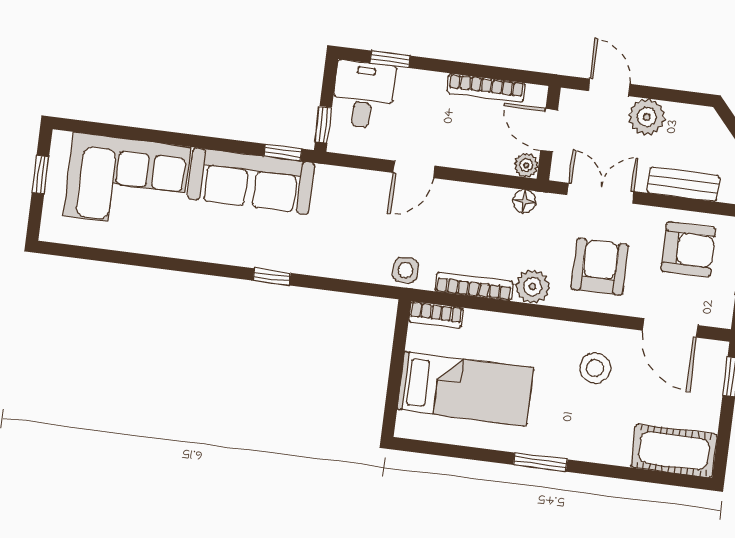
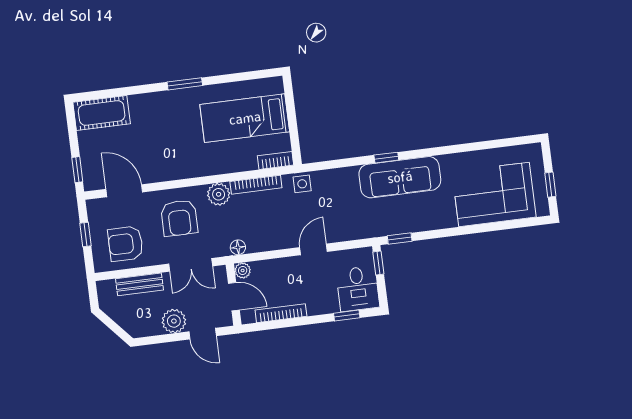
sofa: (251, 181) -> (400, 177), moved, turned 180
stool: (595, 368) -> (165, 153), removed

